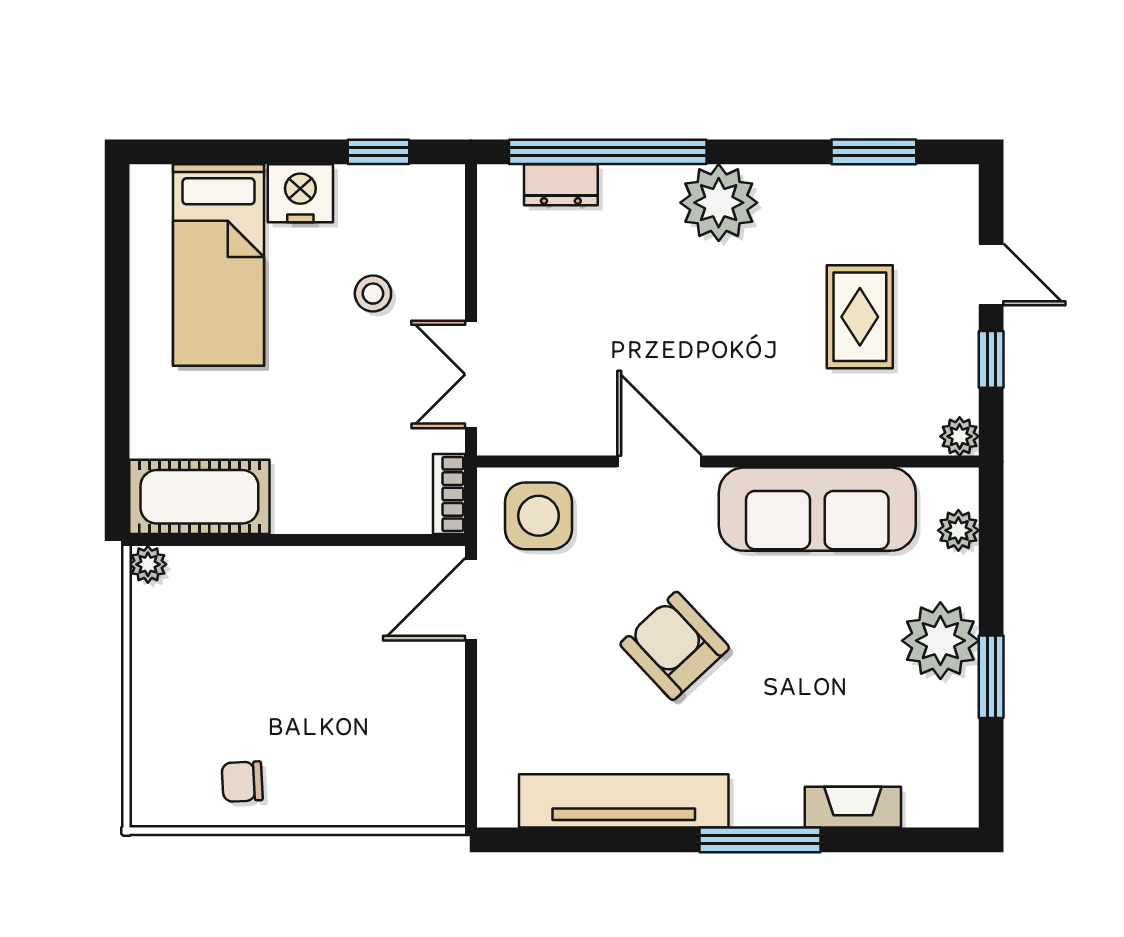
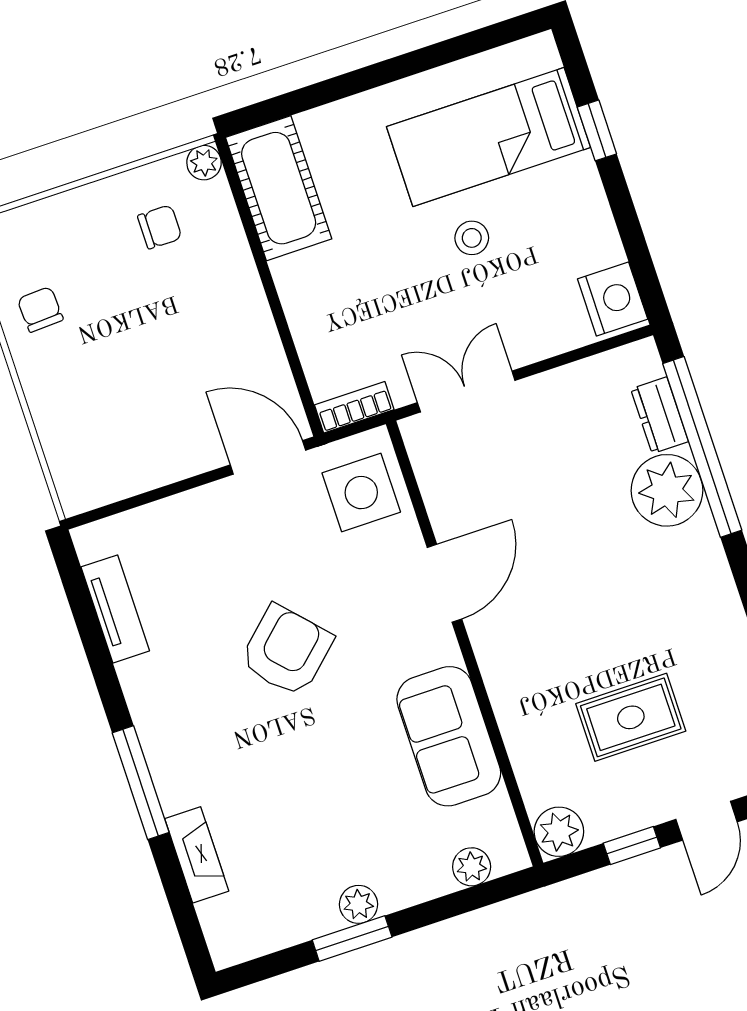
window: (378, 152) -> (597, 130), moved
nightstand: (300, 193) -> (613, 299), moved
plant: (719, 203) -> (667, 490), moved
stool: (373, 294) -> (472, 238), moved
plant: (960, 436) -> (559, 832), width x1.38, depth x1.38
sofa: (817, 509) -> (449, 736), width x0.73
chair: (199, 631) -> (160, 227), added
plant: (940, 641) -> (359, 904), width x0.53, depth x0.53
tv unit: (624, 801) -> (115, 609), width x0.52, depth x0.78

